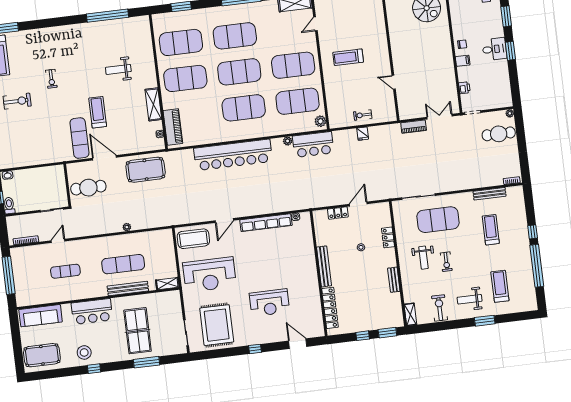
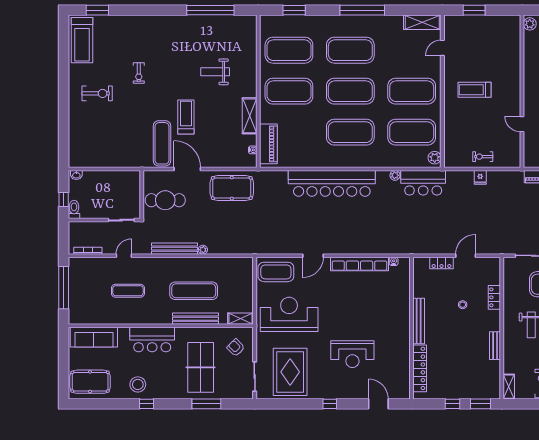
bench: (102, 229) -> (175, 249), added
reception desk: (210, 275) -> (289, 314), turned 180
armchair: (166, 310) -> (236, 348), added

